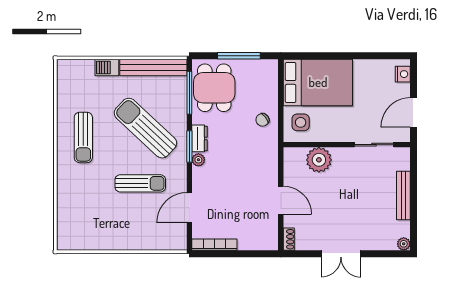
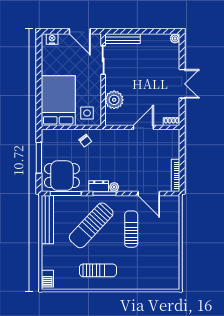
barbecue: (107, 68) -> (47, 279), moved
bench: (403, 195) -> (123, 39), moved

